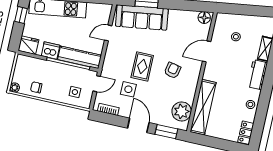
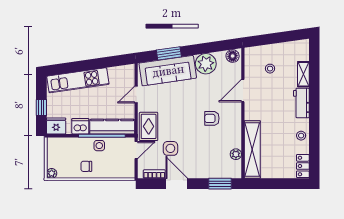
window: (21, 15) -> (41, 108), moved
plant: (178, 19) -> (206, 64), added
rug: (142, 66) -> (149, 126), moved
armchair: (172, 70) -> (212, 118), turned -102
chair: (36, 87) -> (86, 166), moved
side table: (75, 92) -> (99, 146), moved
plant: (182, 111) -> (236, 154), width x0.53, depth x0.53
door: (138, 125) -> (177, 184), moved

